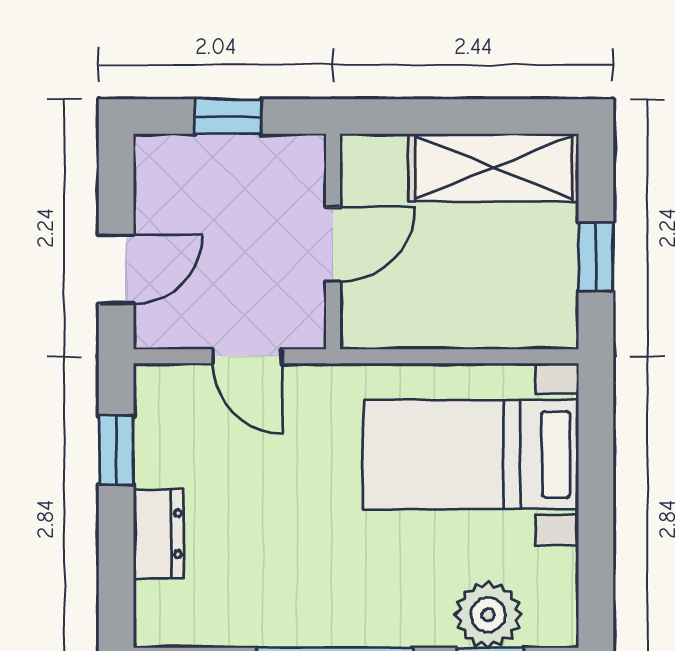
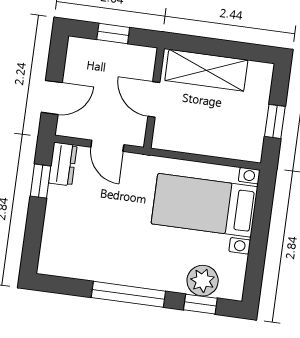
shelving: (493, 168) -> (206, 70), moved
door: (333, 245) -> (154, 99), swing flipped
dresser: (158, 534) -> (63, 164), moved

